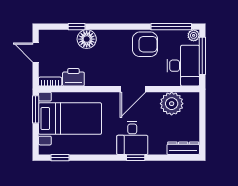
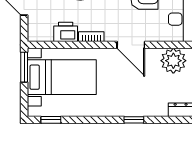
bookcase: (50, 82) -> (91, 37), moved
door: (133, 89) -> (131, 45), hinge flipped
desk: (132, 138) -> (130, 98), removed

